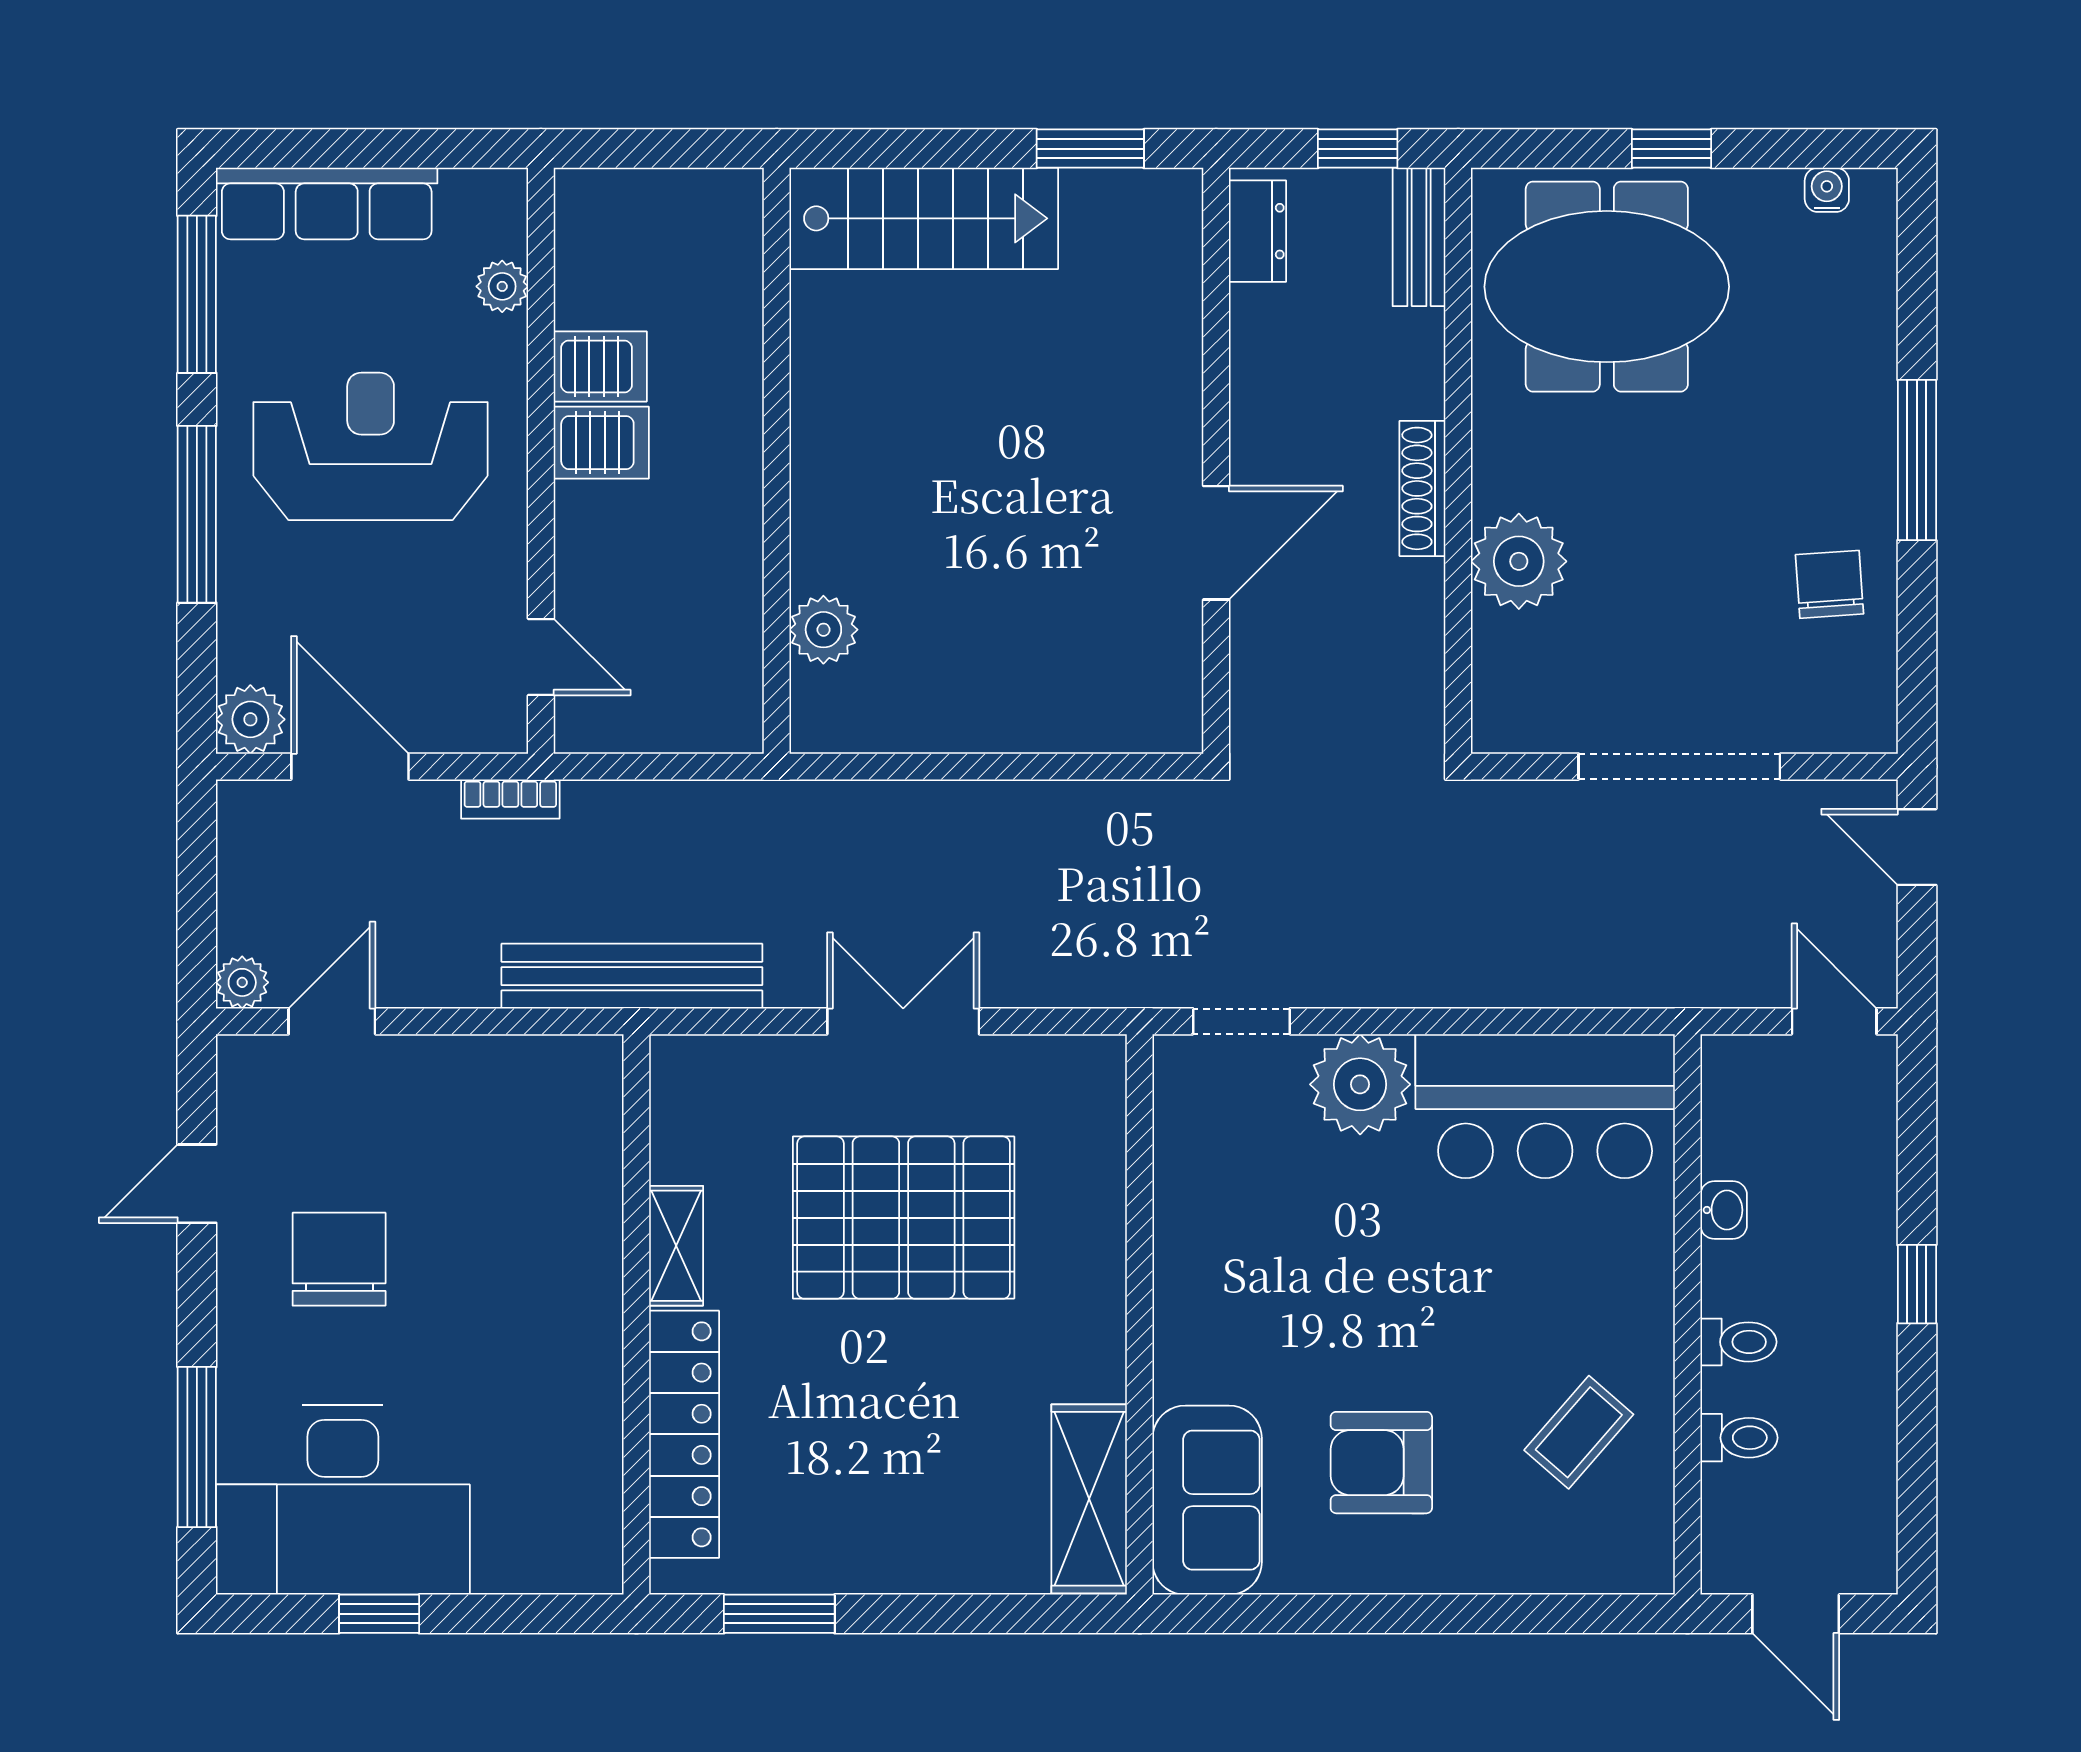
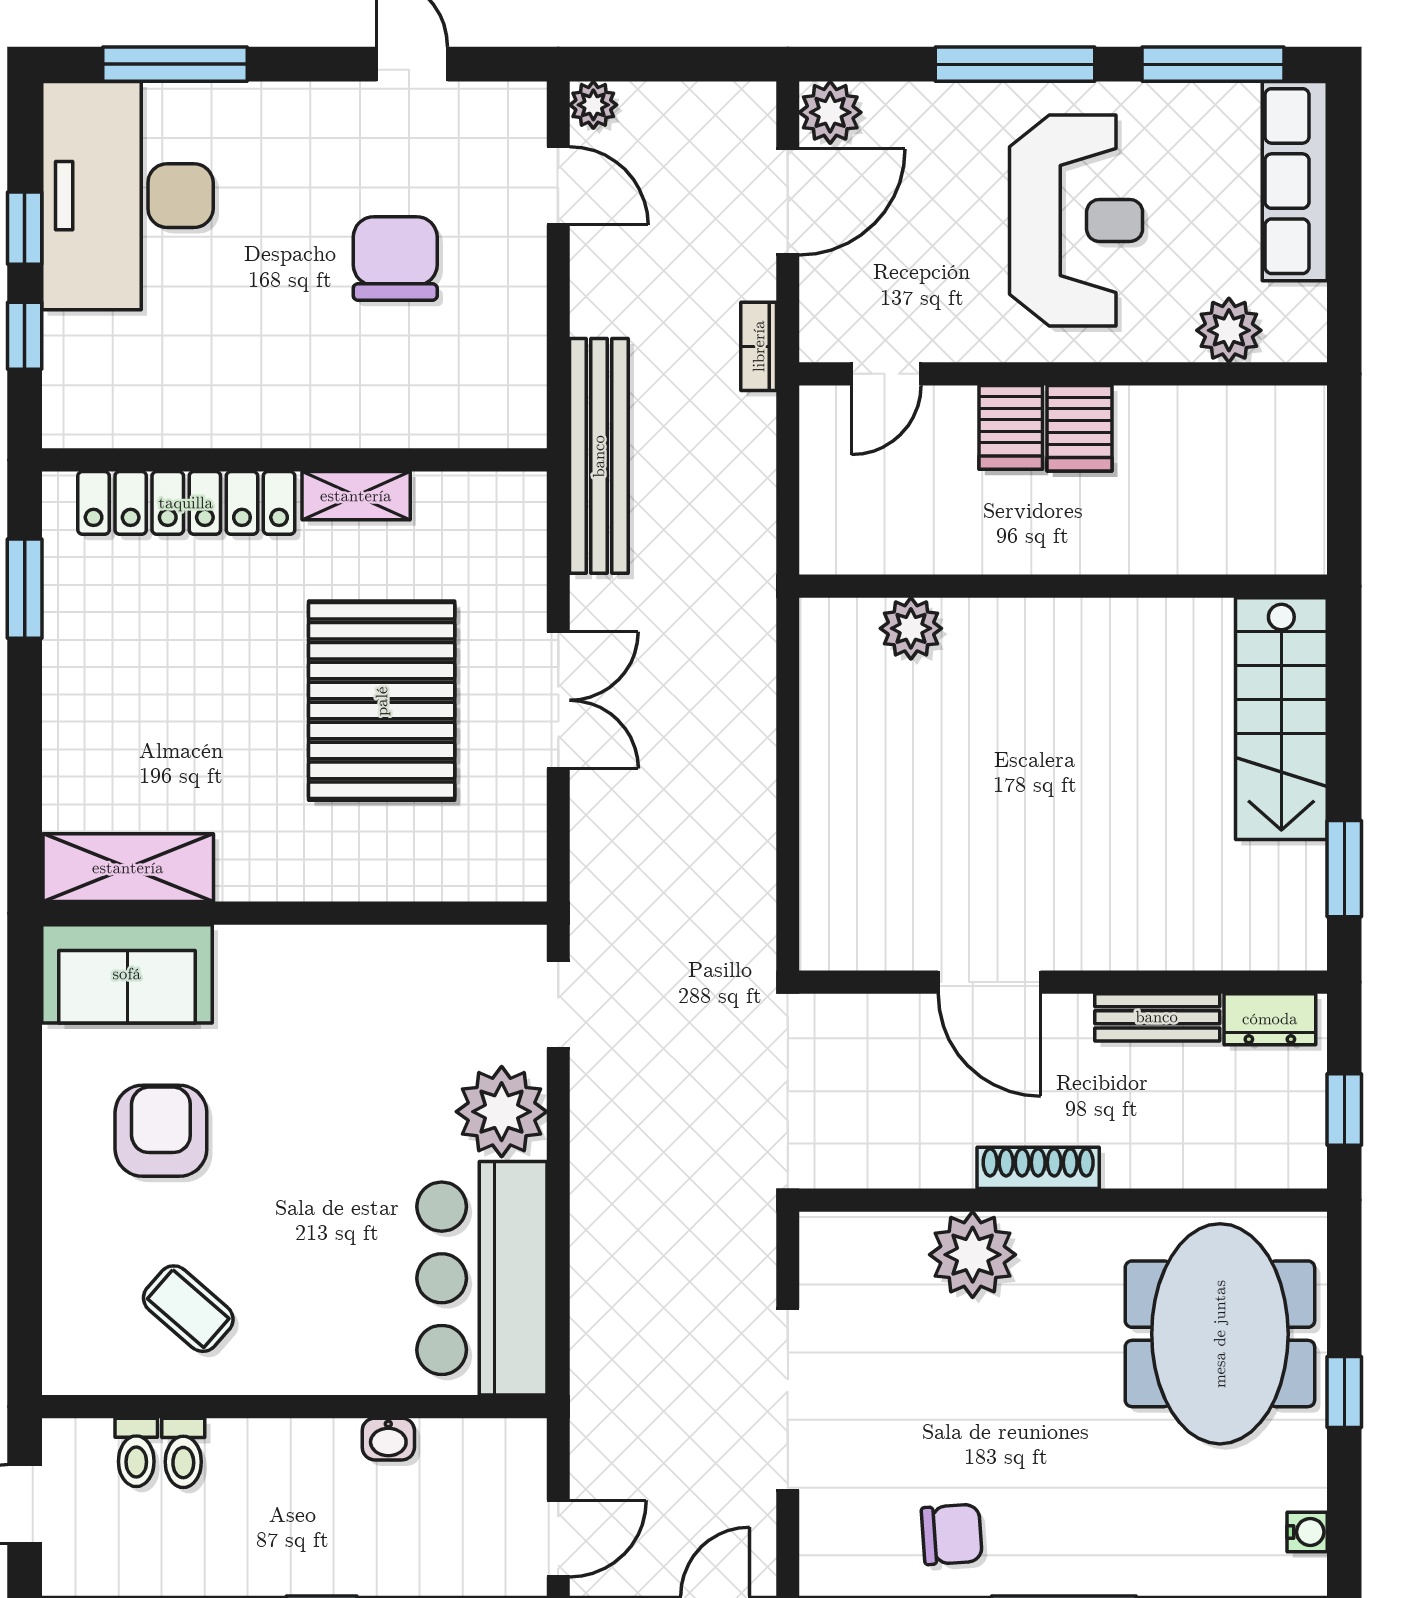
bench: (1419, 237) -> (1157, 1017), moved
plant: (502, 286) -> (1229, 330), width x1.38, depth x1.38
server rack: (600, 366) -> (1011, 427), moved
chair: (339, 1259) -> (395, 259), moved, turned -90
toilet: (1738, 1342) -> (136, 1452), moved
window: (498, 1614) -> (25, 336), added

